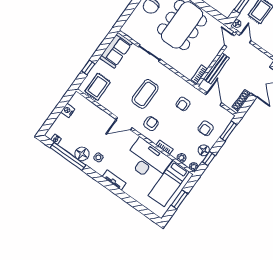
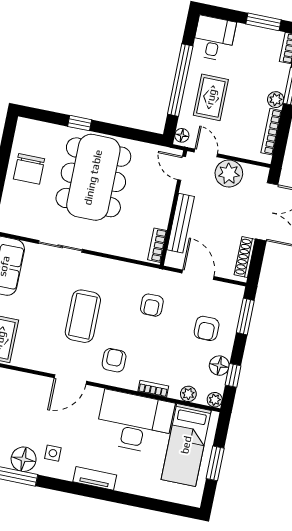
plant: (252, 54) -> (229, 174), added

